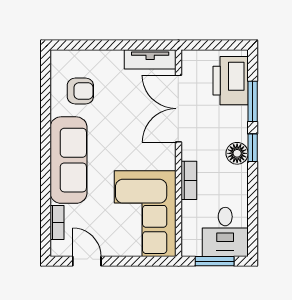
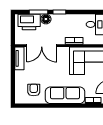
floor lamp: (237, 153) -> (46, 19), moved

